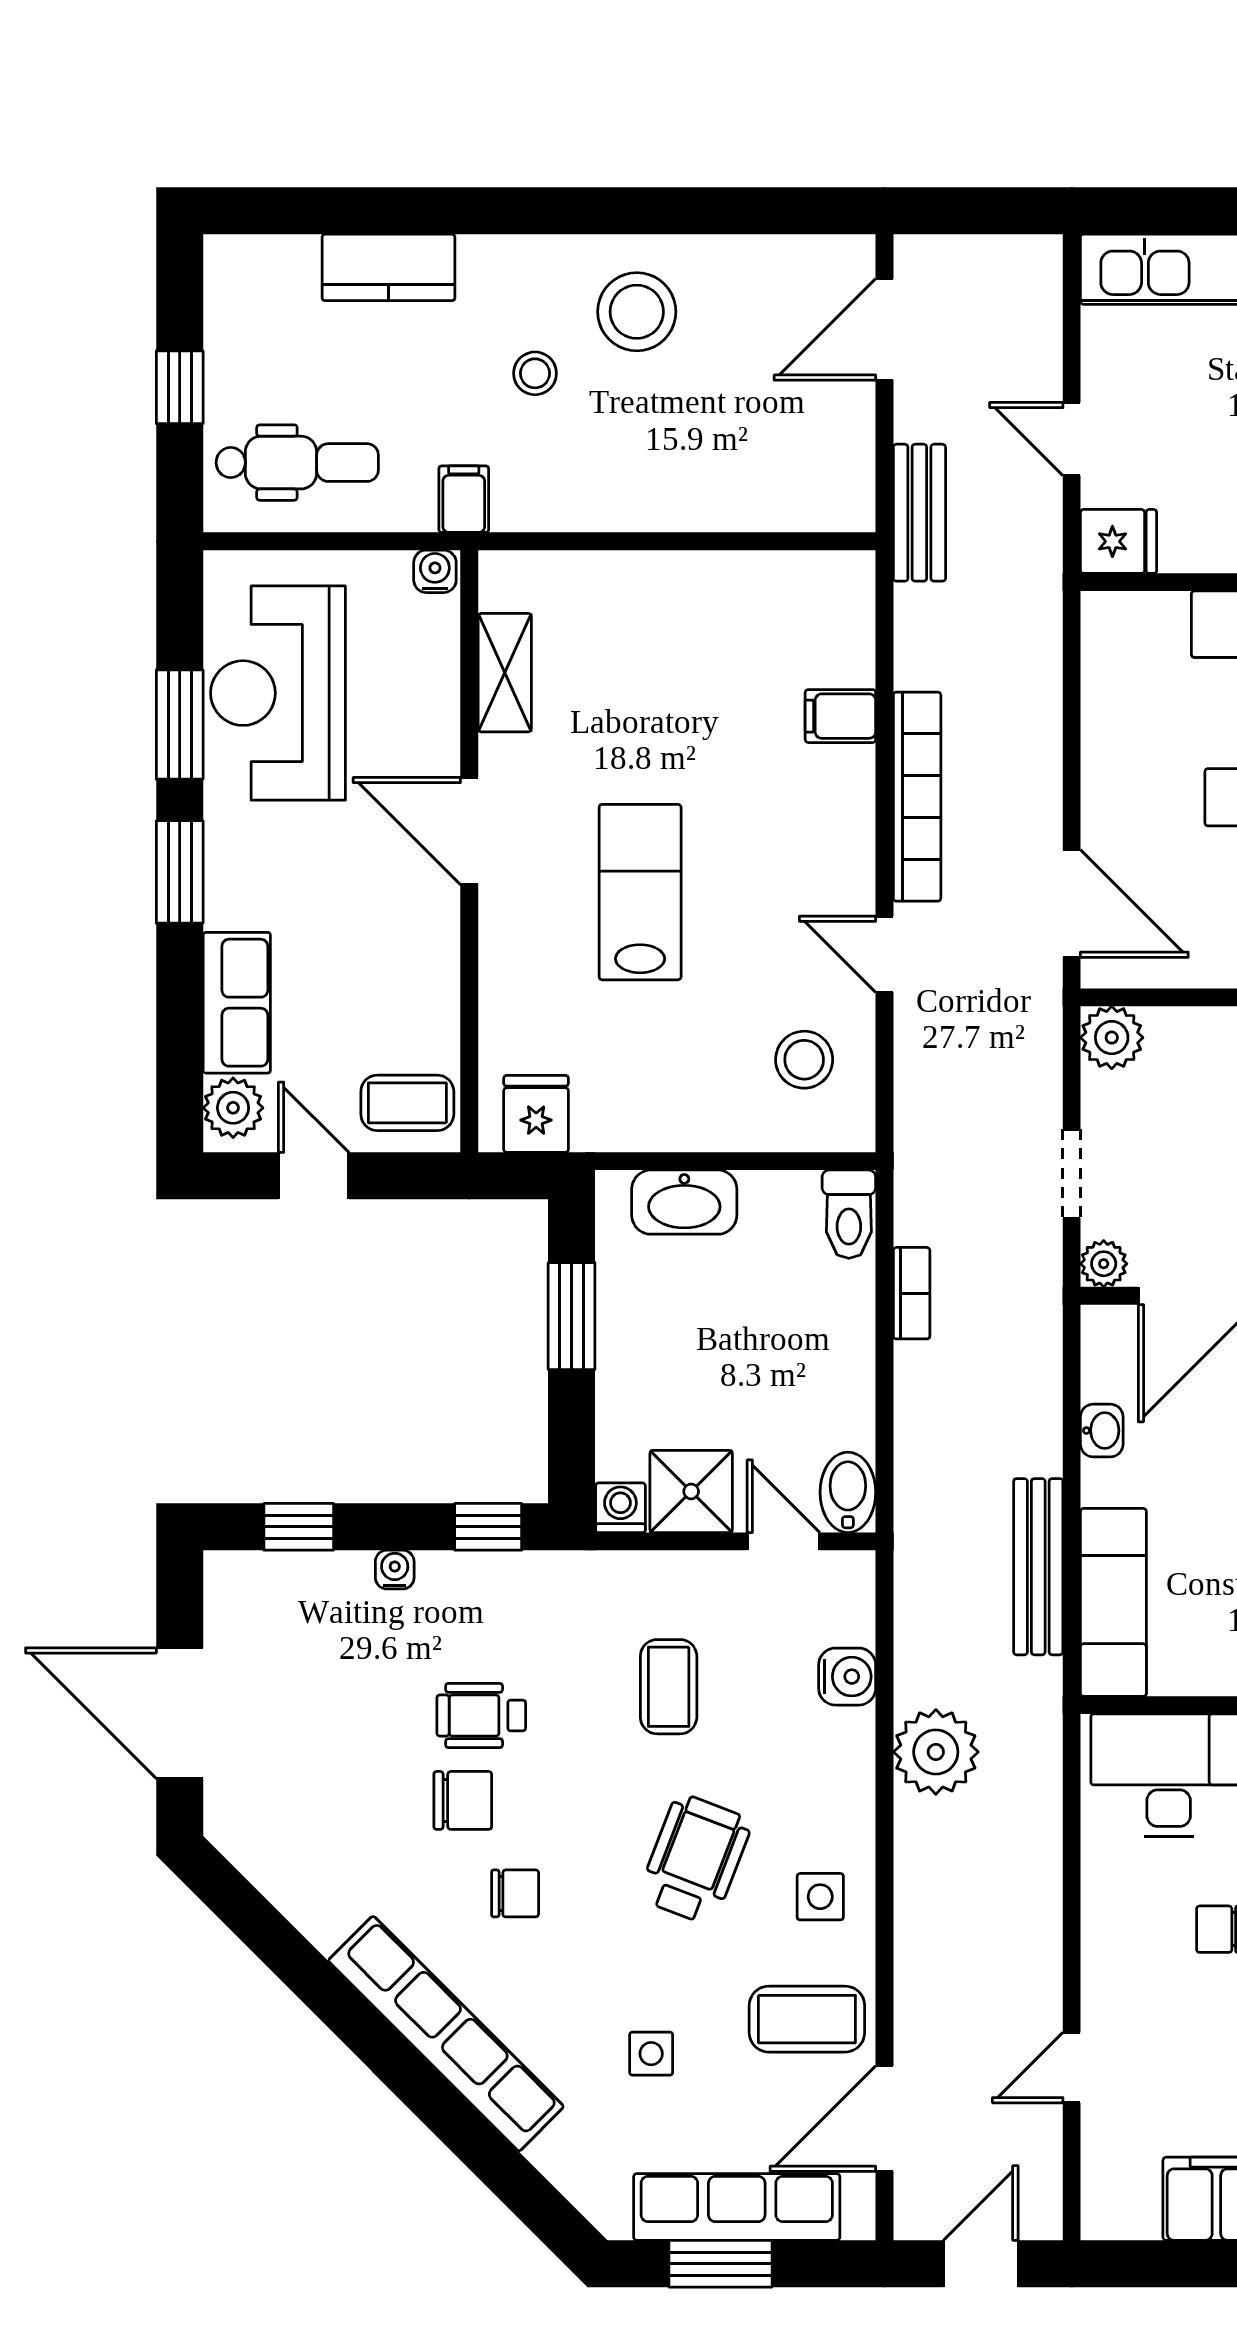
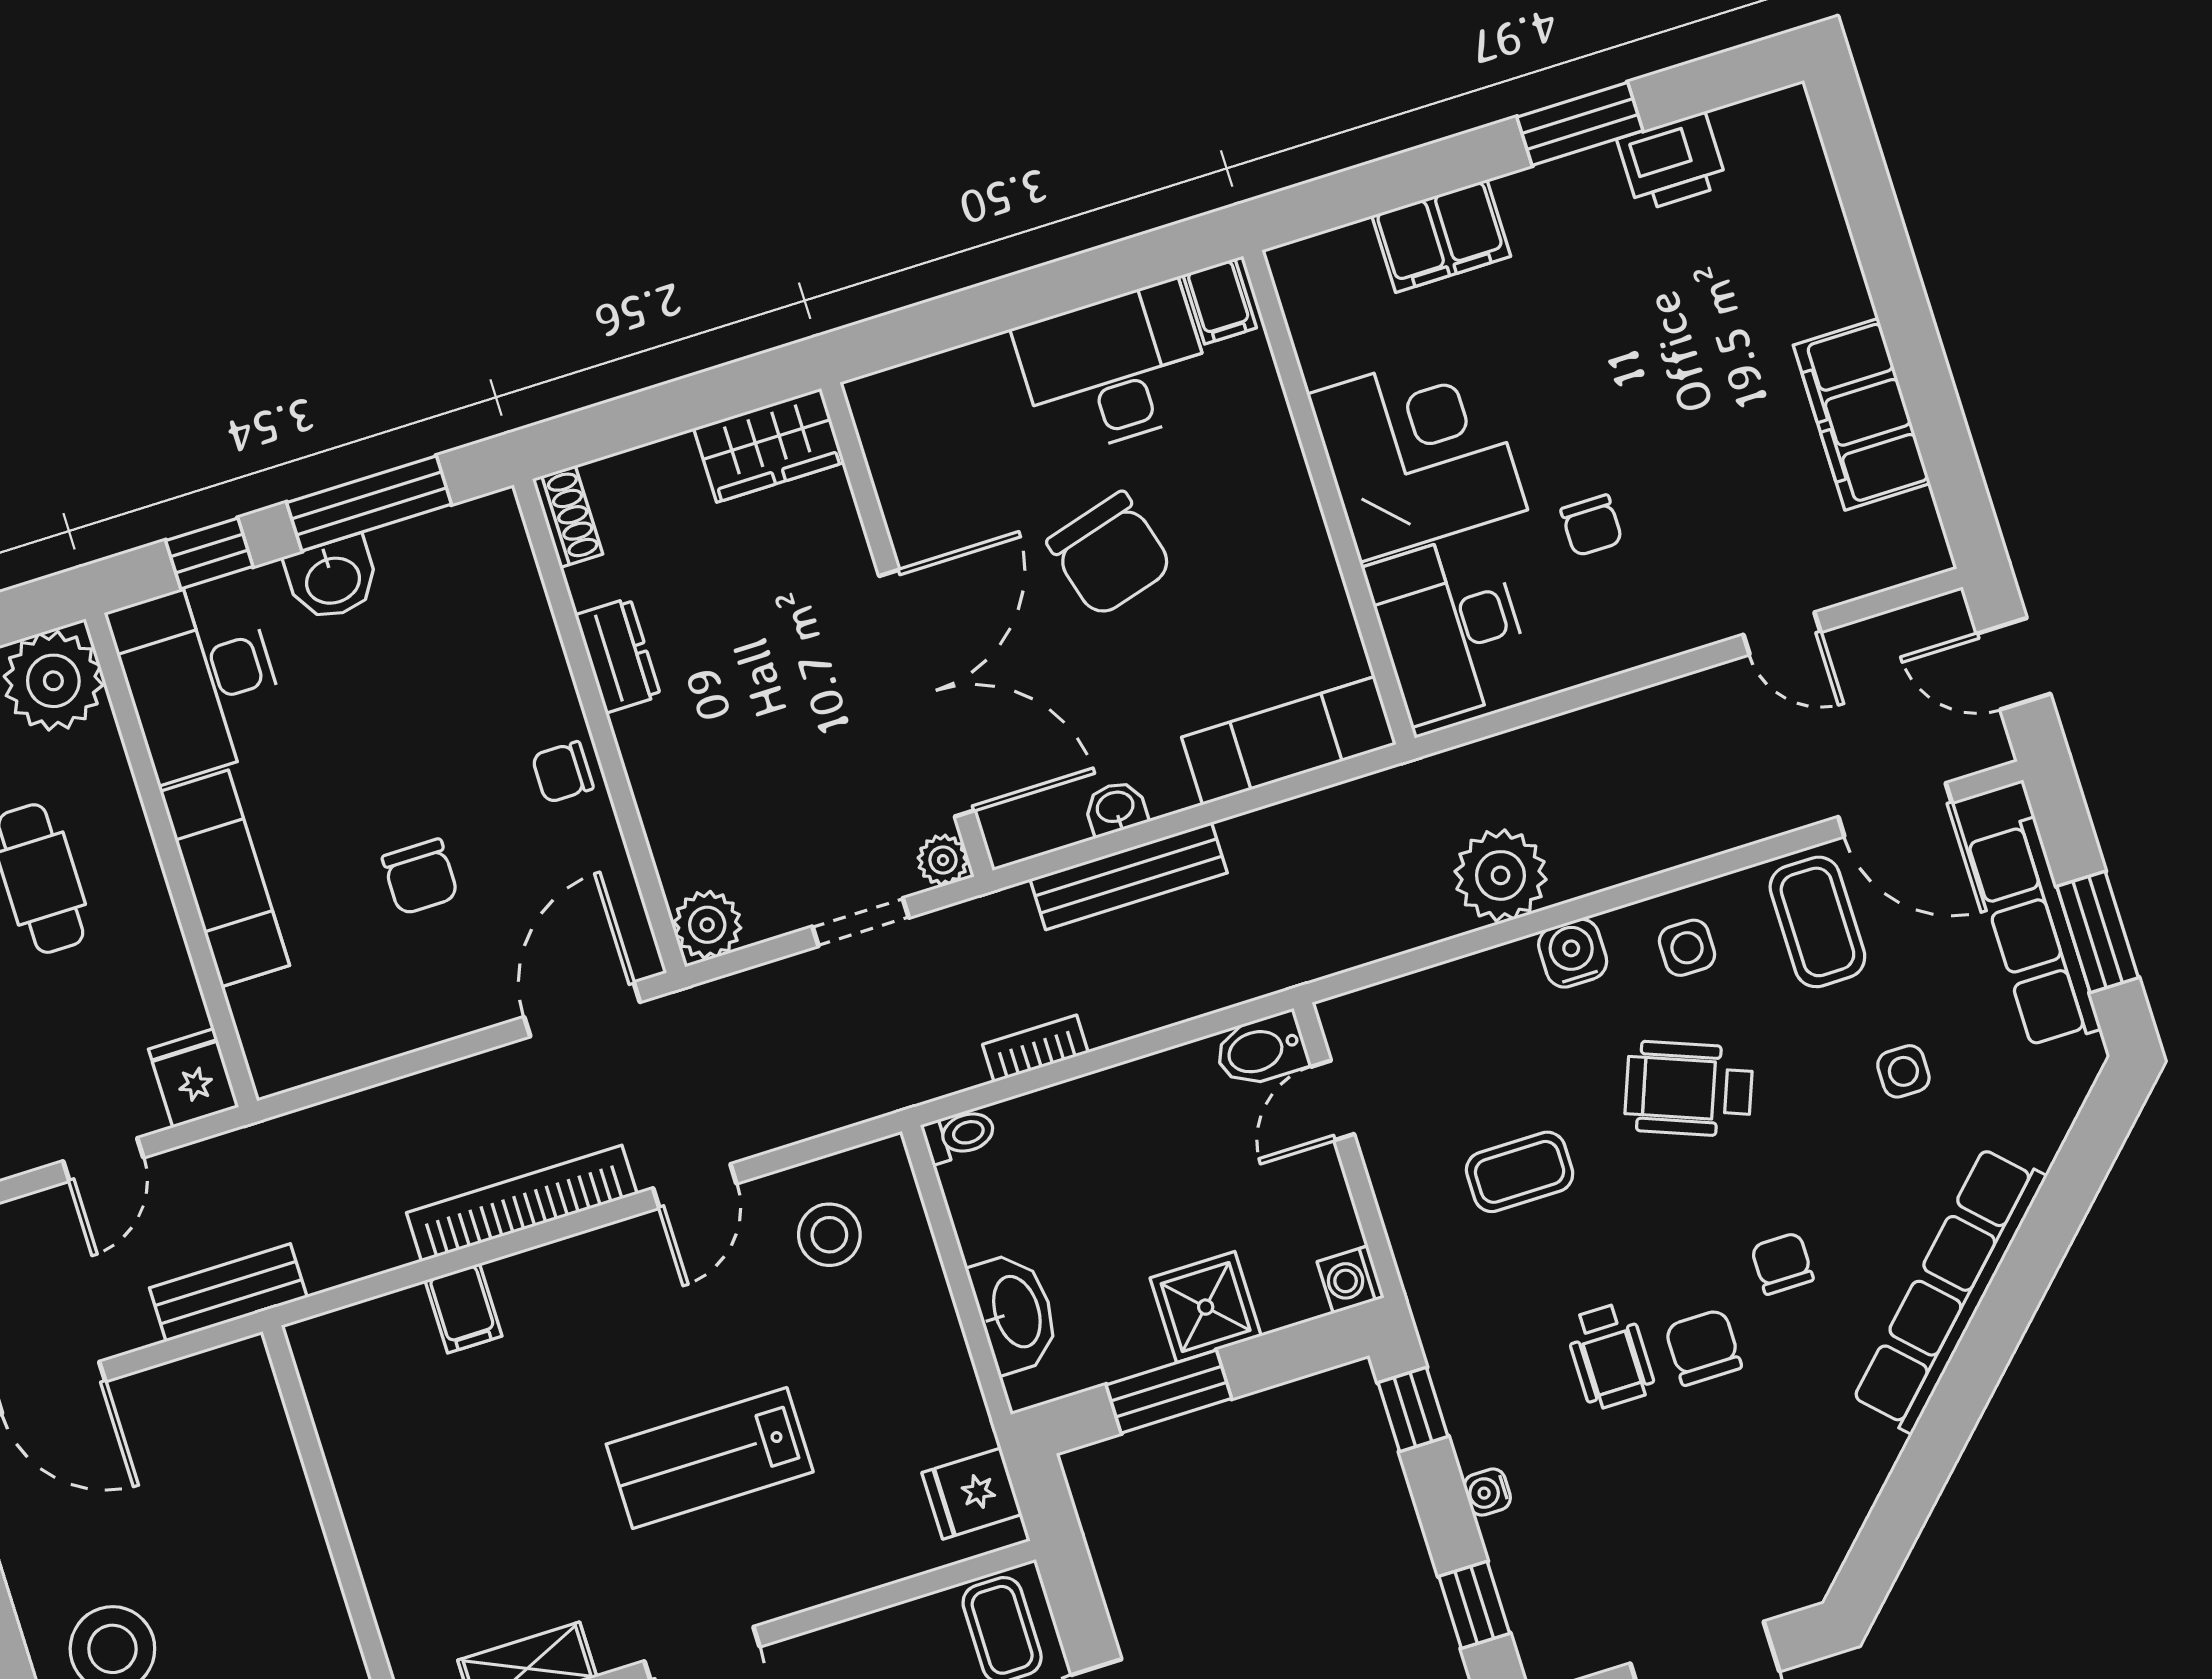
toilet: (849, 1214) -> (959, 1135), width x0.73, depth x0.72
shower: (691, 1491) -> (1206, 1307), moved
bench: (1038, 1567) -> (1129, 876), moved
water cooler: (847, 1677) -> (1573, 953), moved

